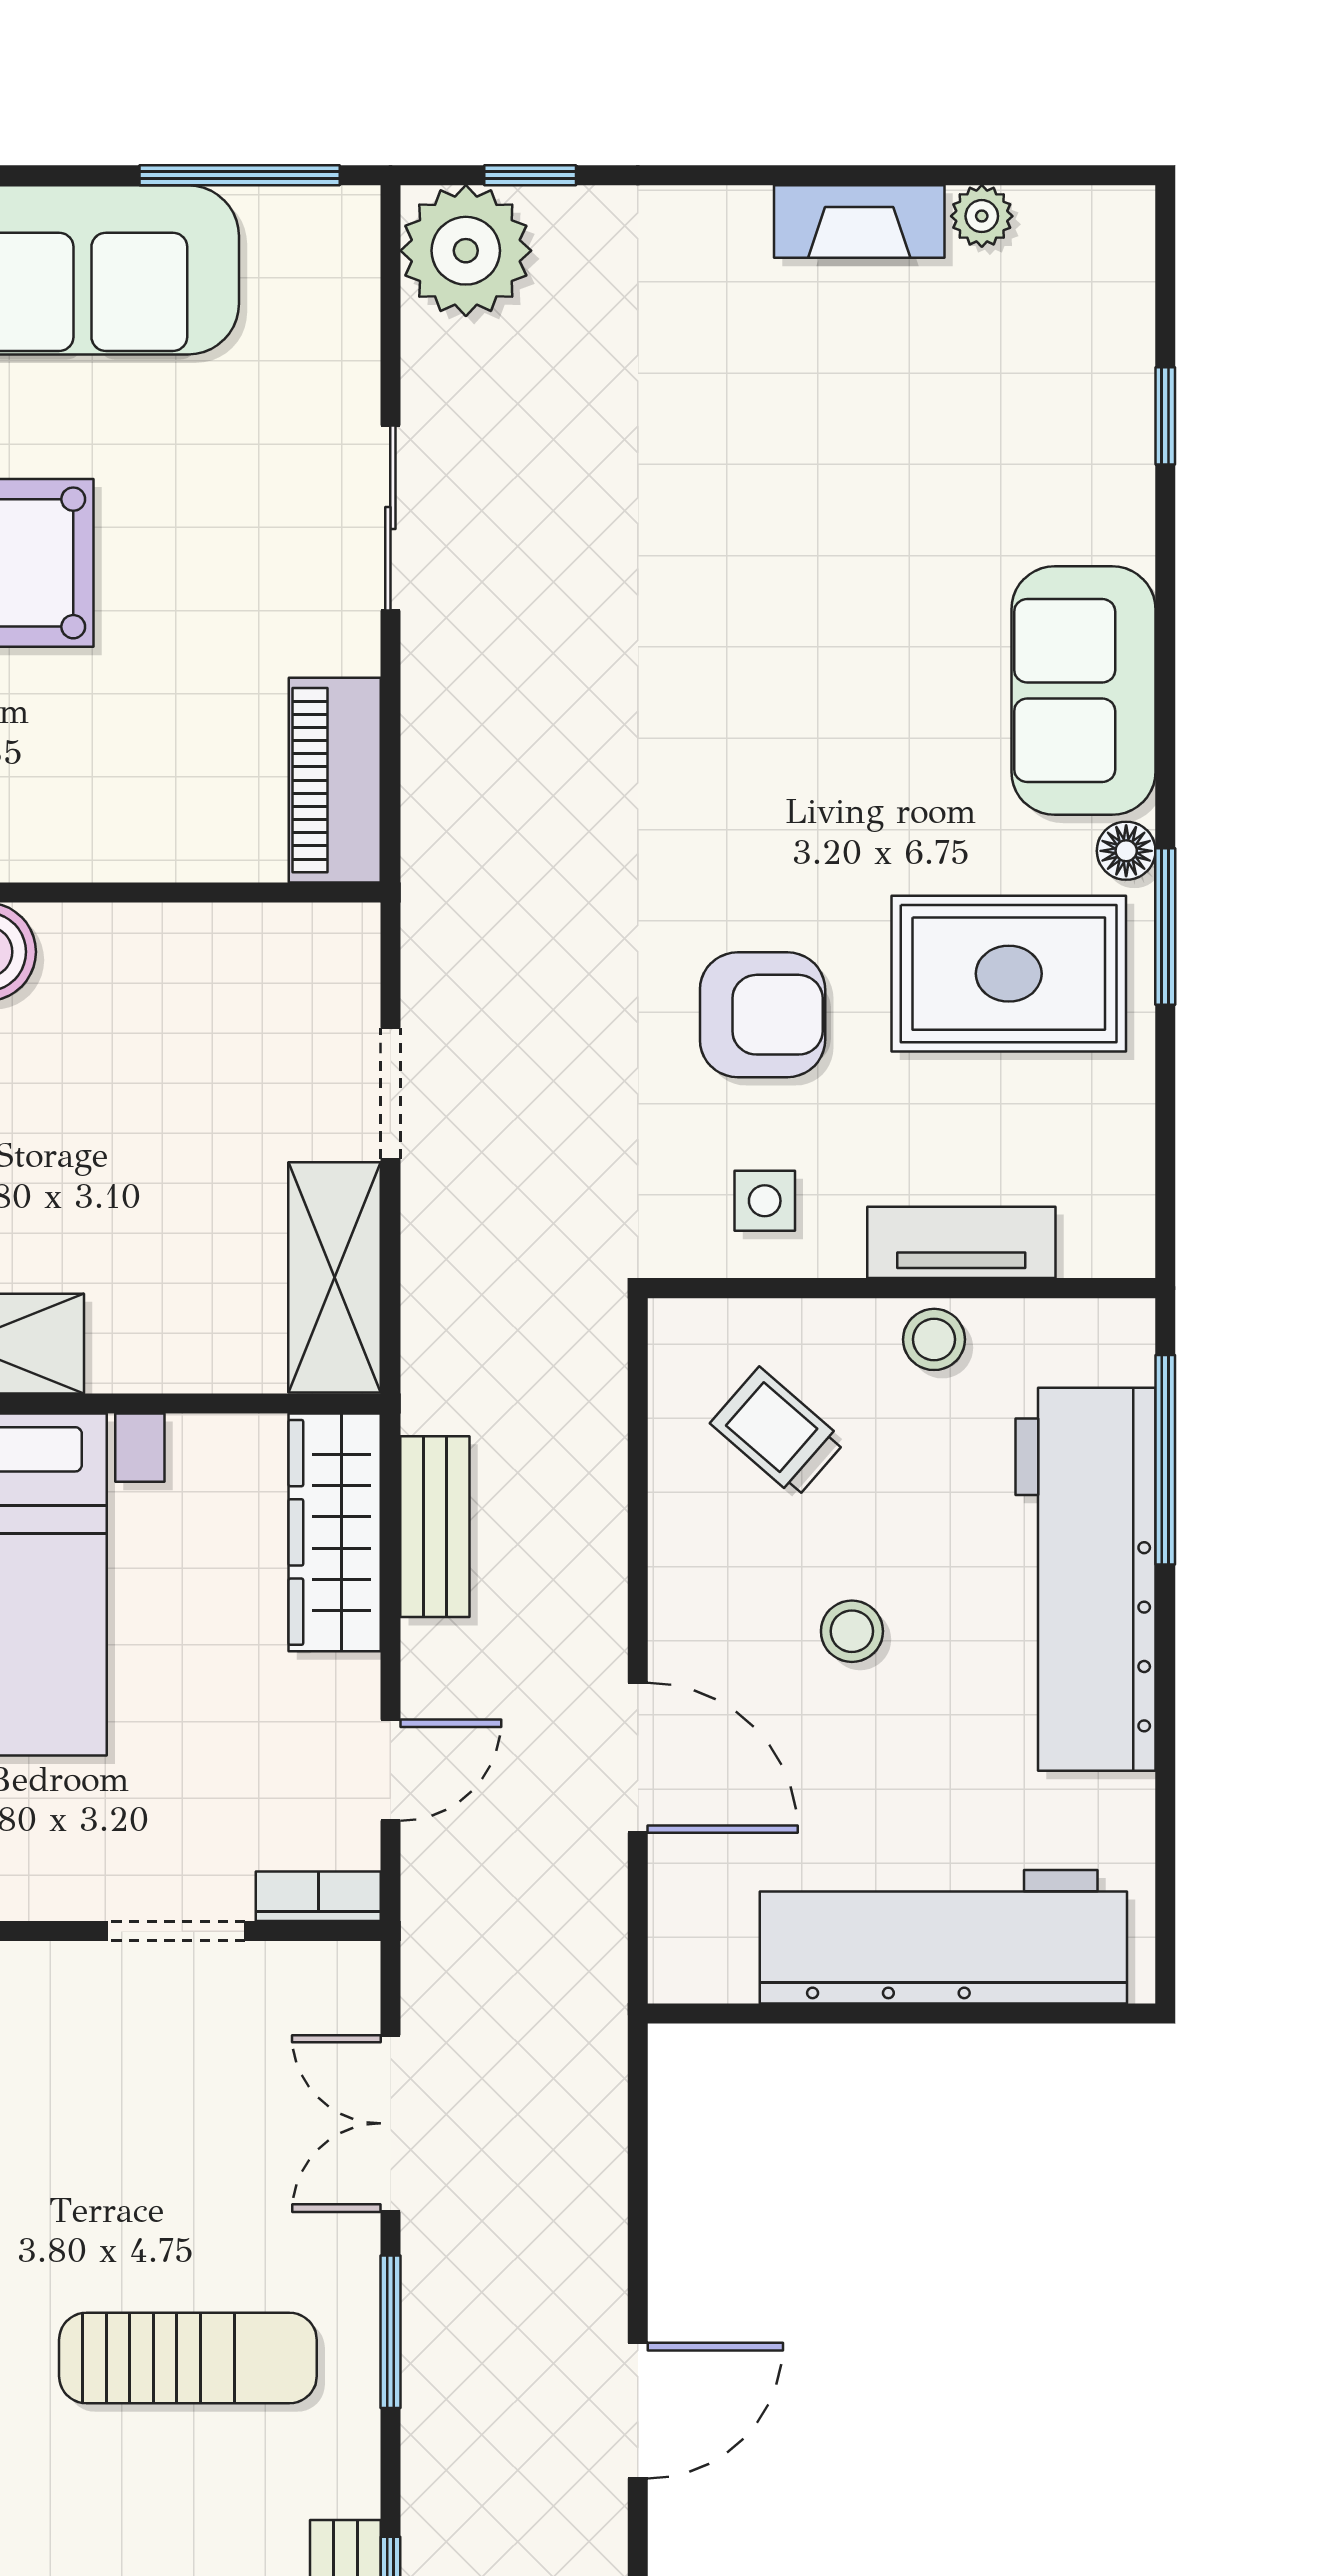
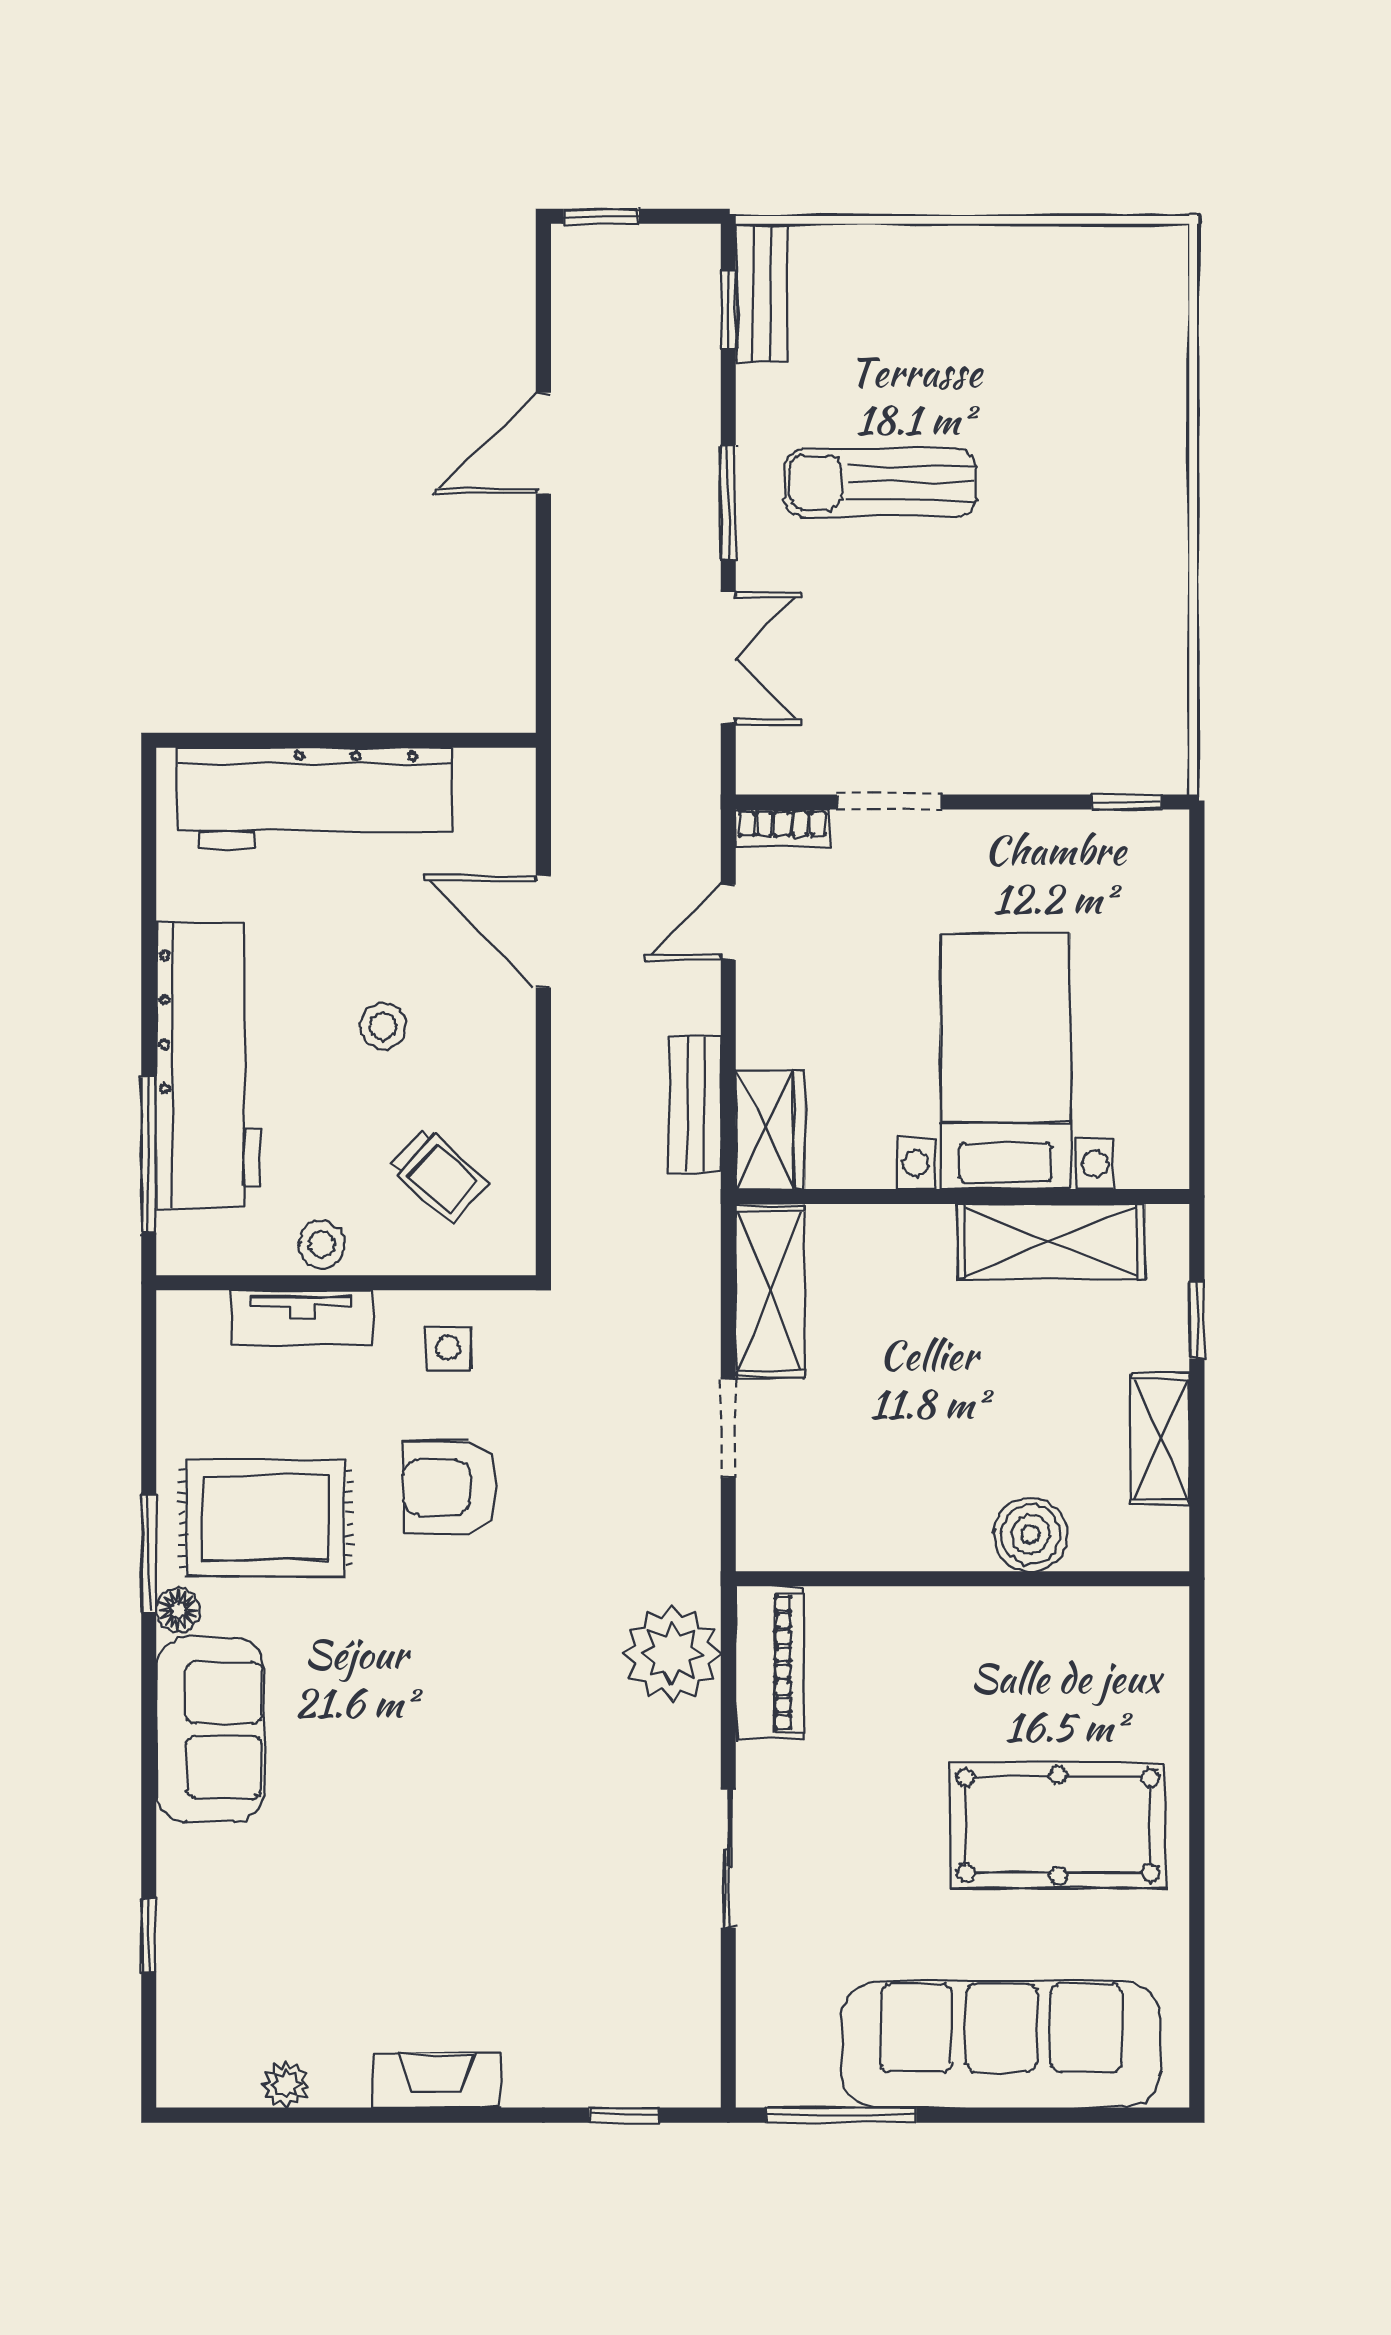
fireplace: (859, 222) -> (436, 2081), moved
plant: (466, 251) -> (672, 1654), moved
wardrobe: (335, 1532) -> (770, 1130), width x0.67

